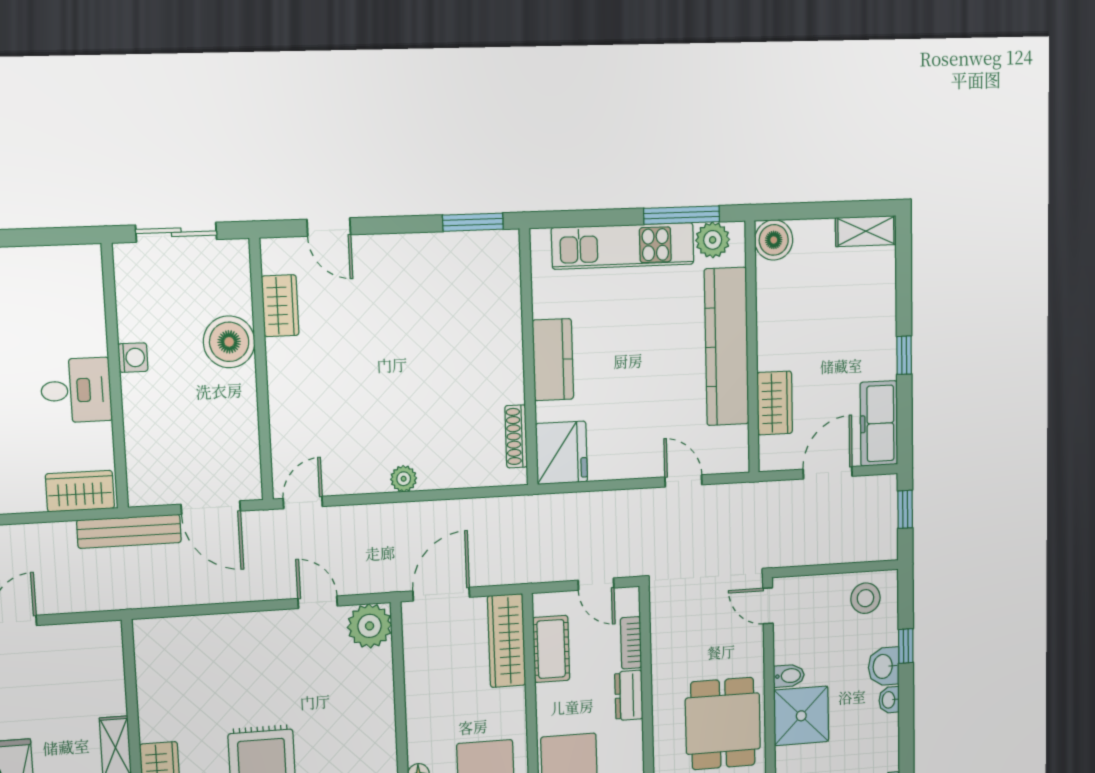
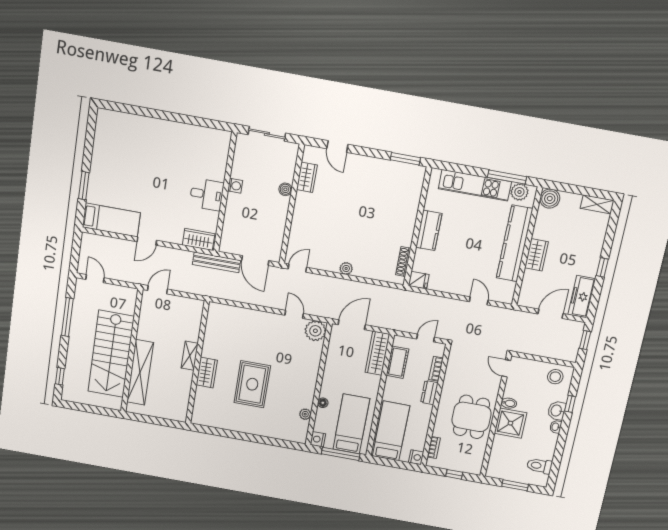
boiler: (229, 342) -> (285, 189), width x0.54, depth x0.54
wardrobe: (775, 403) -> (536, 255), moved
fridge: (561, 453) -> (419, 280), width x0.53, depth x0.75
door: (596, 584) -> (426, 338), swing flipped

